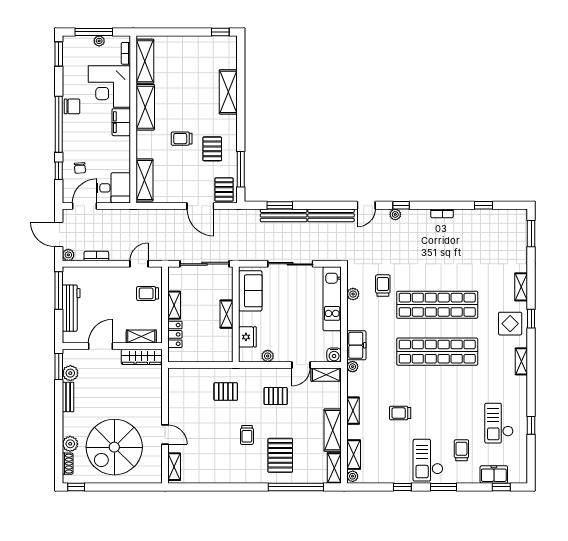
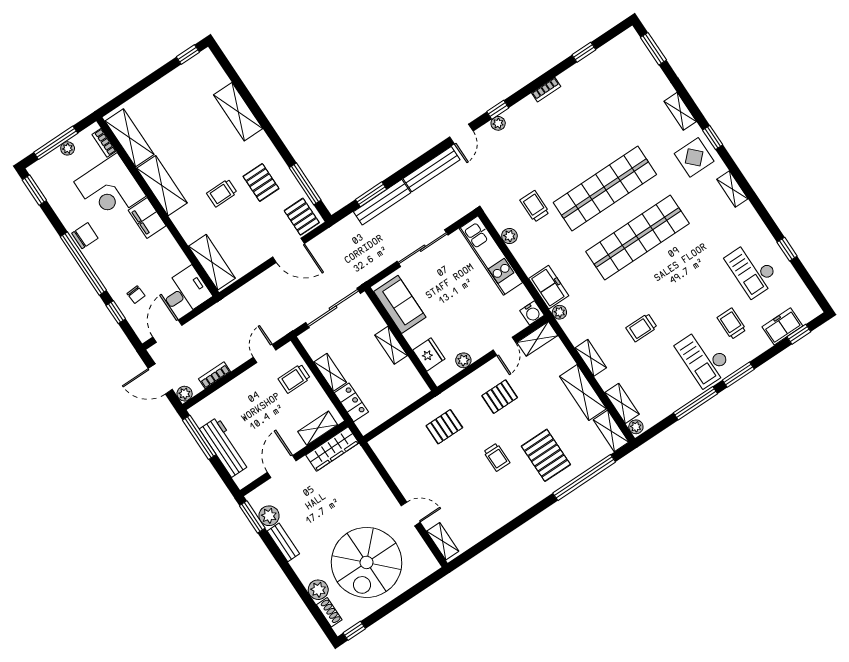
window: (402, 487) -> (695, 403), width x2.17

